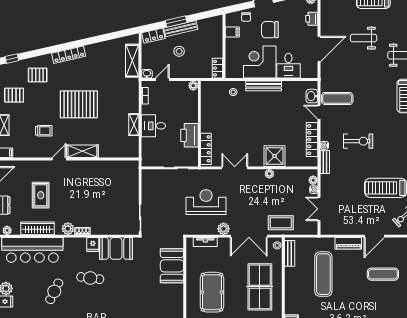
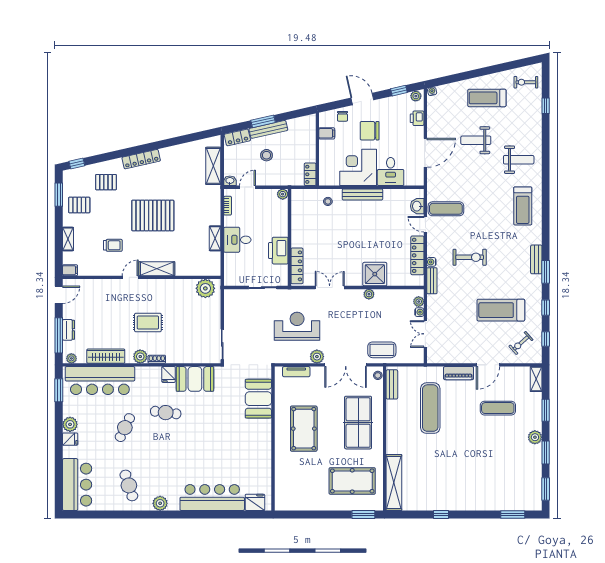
plant: (125, 169) -> (205, 288), added
rug: (41, 195) -> (148, 323), moved, turned 90

